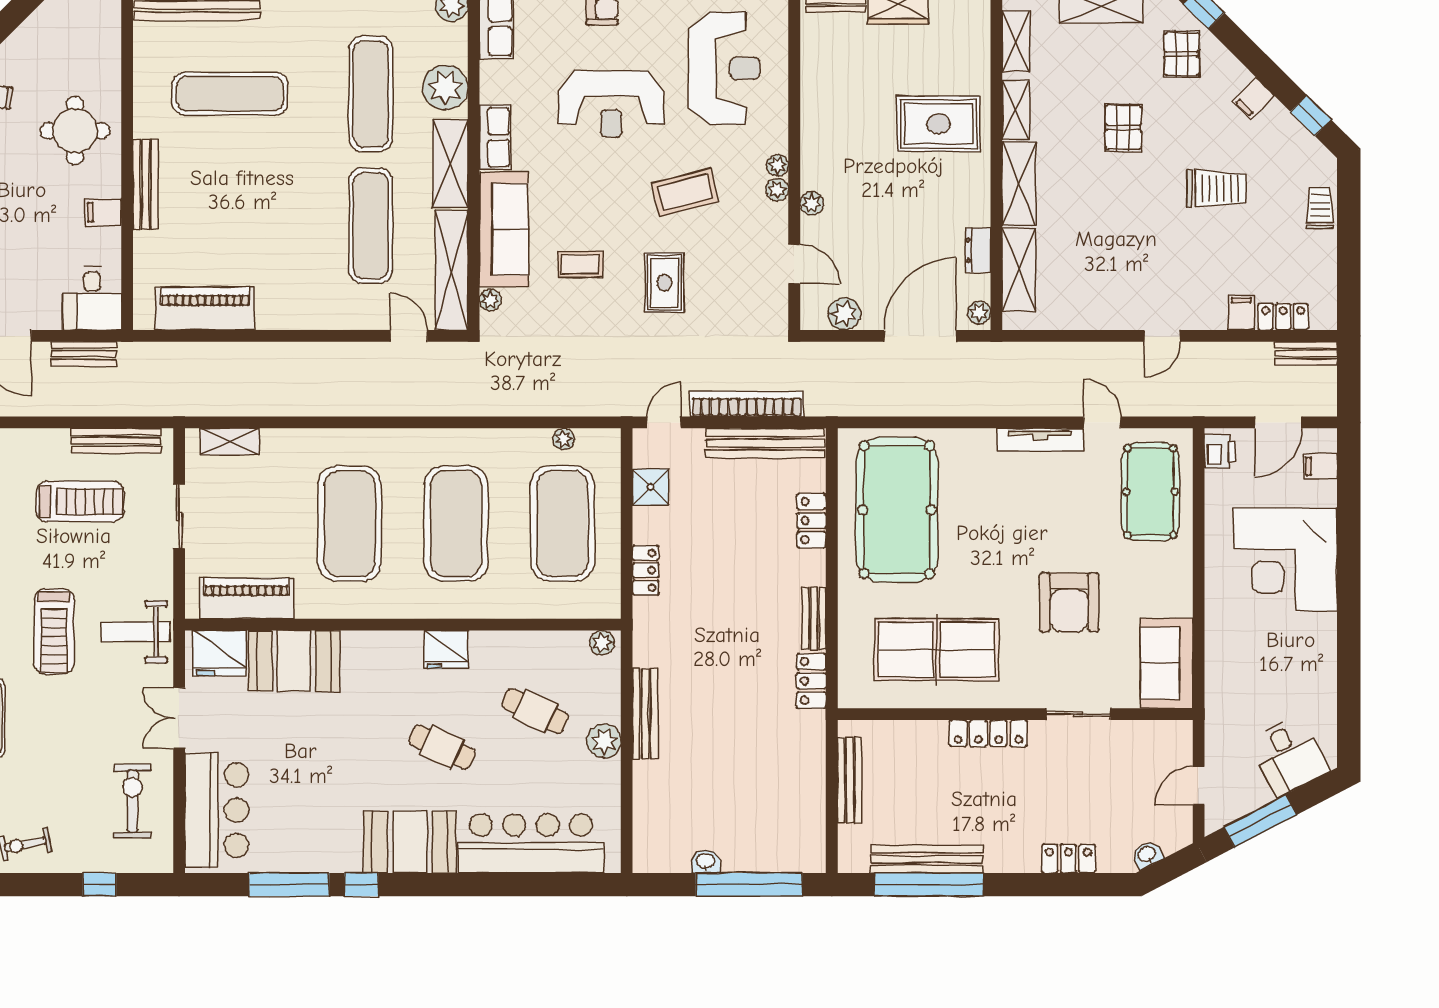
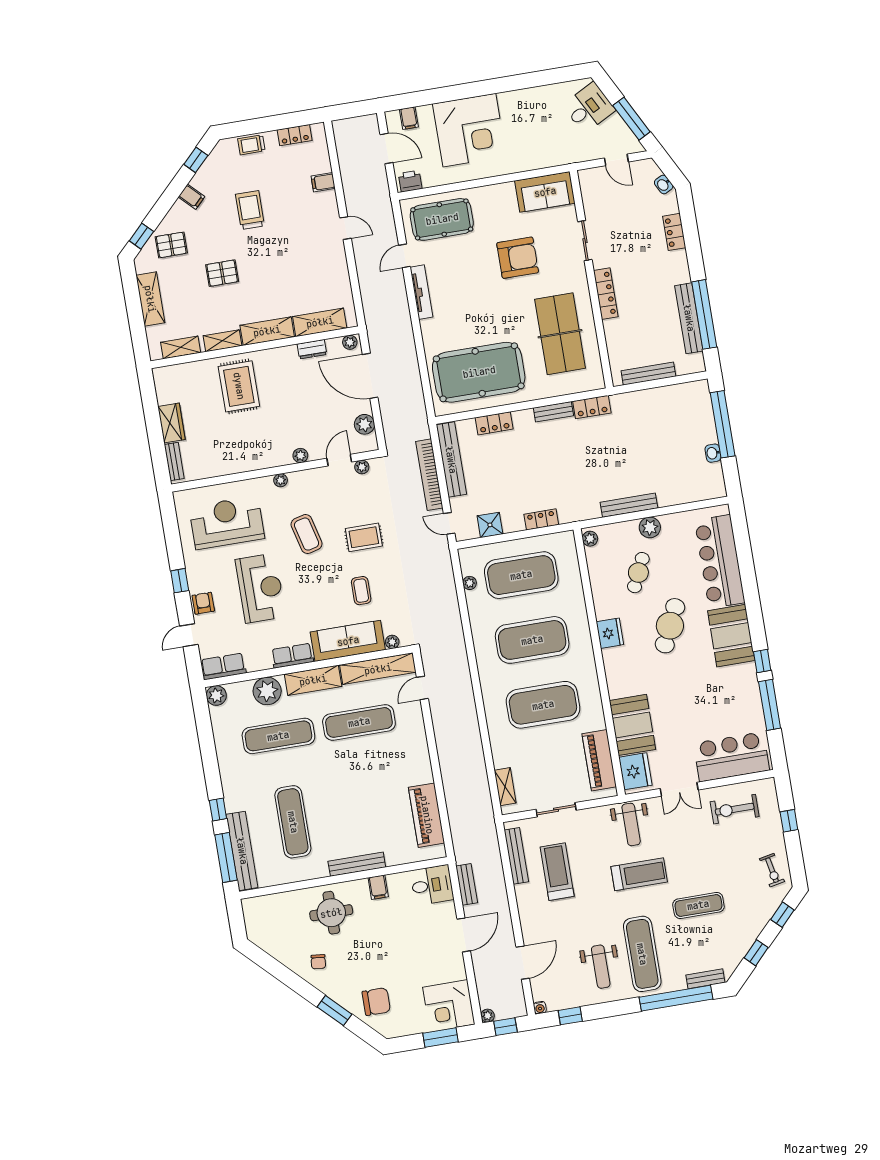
plant: (777, 190) -> (362, 467), moved
locker: (1283, 317) -> (295, 135), moved, turned -90
bench: (1306, 353) -> (341, 138), removed
cafe table: (442, 747) -> (670, 626), width x1.37, depth x1.35

